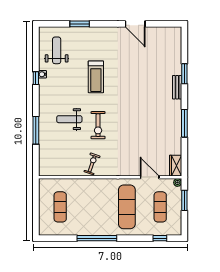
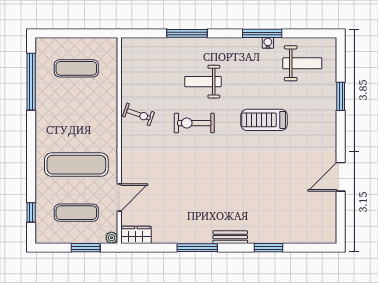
window: (36, 78) -> (262, 33), width x2.17
bench: (177, 87) -> (230, 237), moved
weight bench: (69, 119) -> (203, 82), turned -90
window: (97, 238) -> (31, 82), moved

